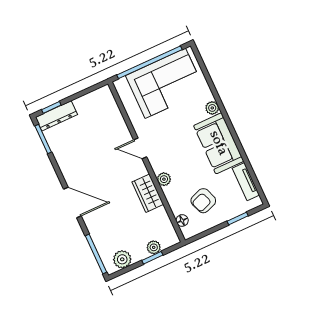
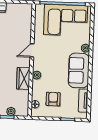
door: (140, 148) -> (32, 50), hinge flipped
armchair: (203, 201) -> (53, 99), turned 110

